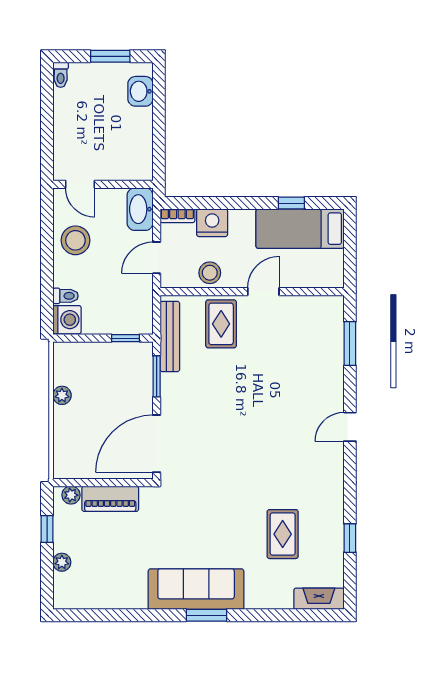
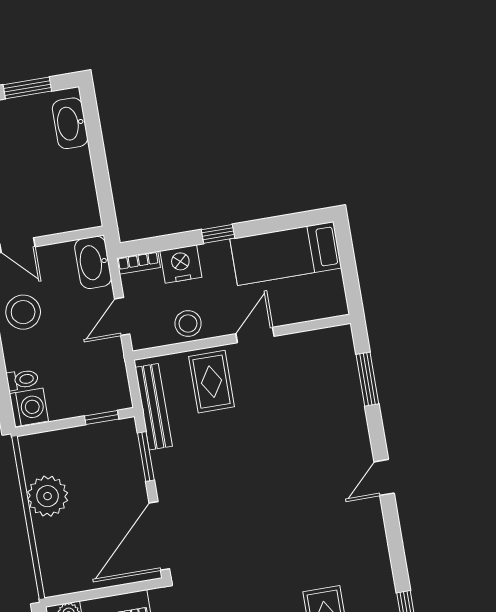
washbasin: (140, 91) -> (70, 123), width x1.38
window: (291, 203) -> (218, 234), moved
plant: (62, 395) -> (48, 496), width x1.88, depth x1.88

